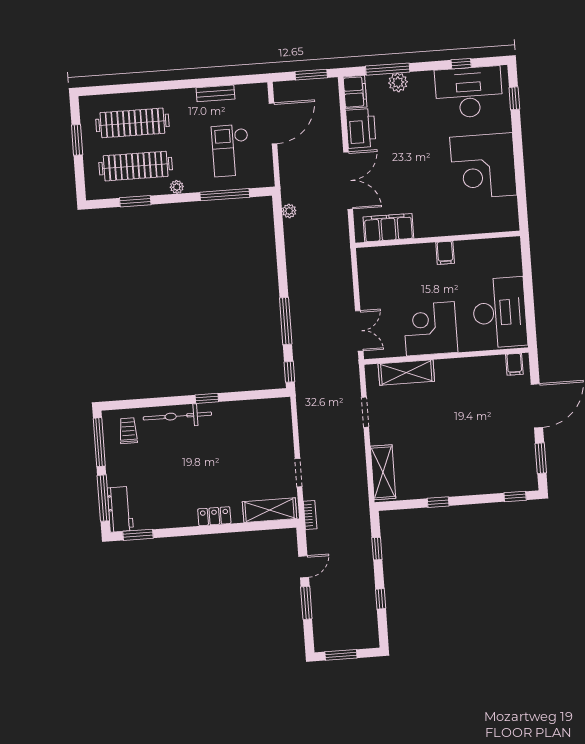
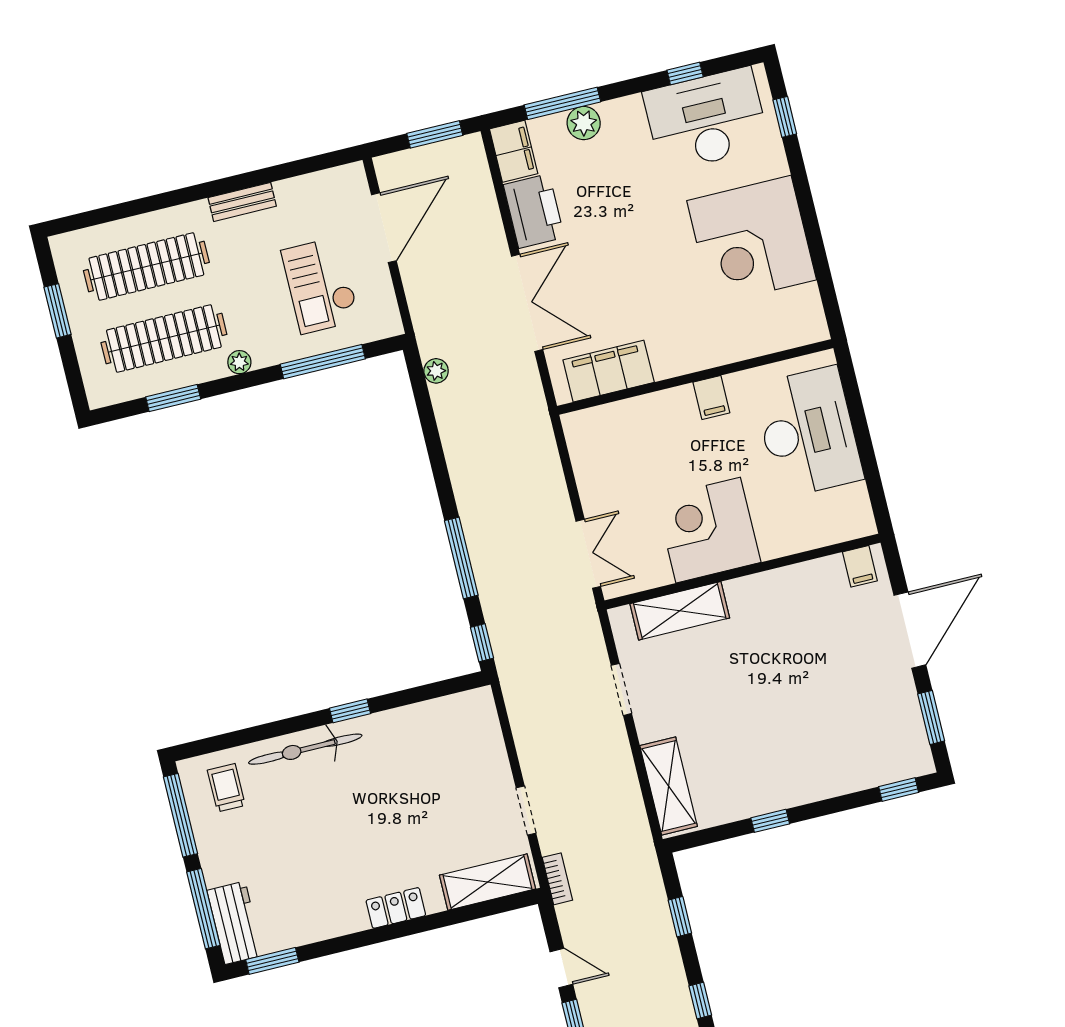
bench: (215, 93) -> (242, 202), moved
desk: (500, 313) -> (808, 432), moved
door: (304, 567) -> (561, 968), hinge flipped

